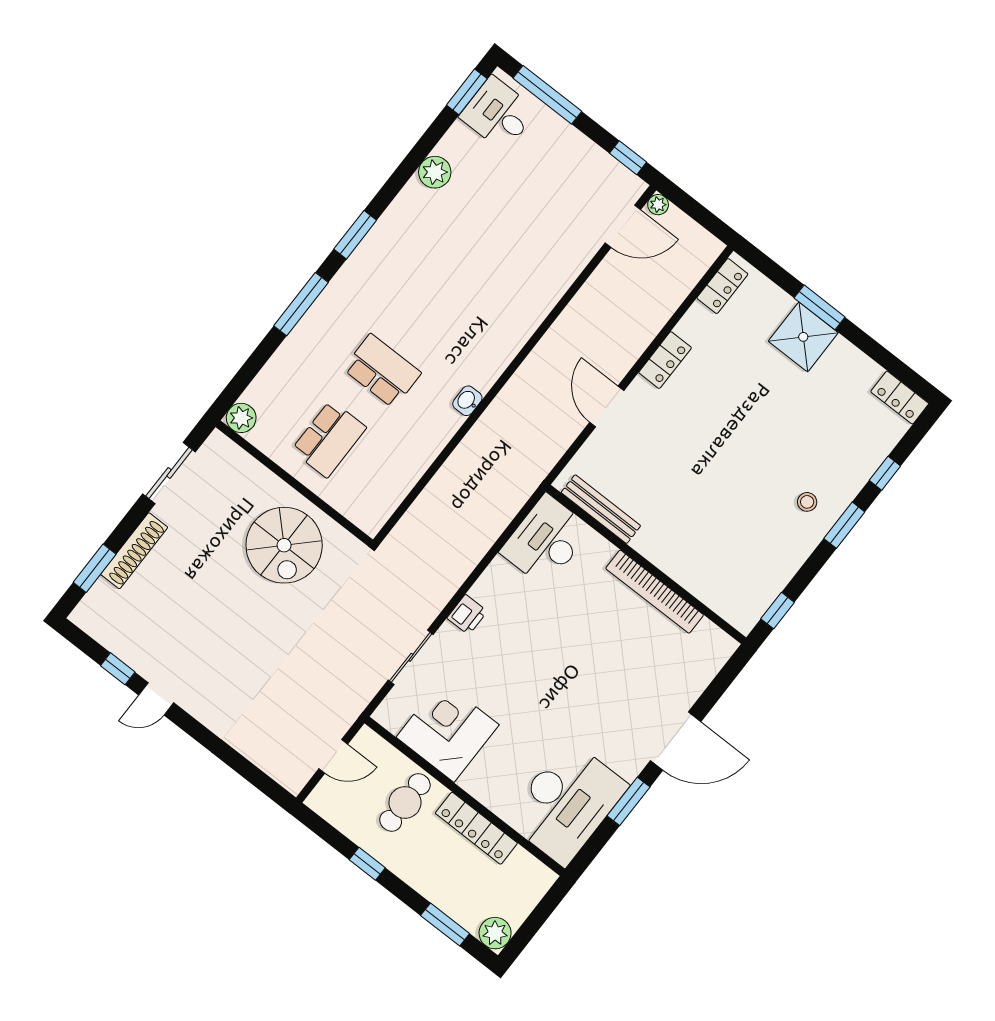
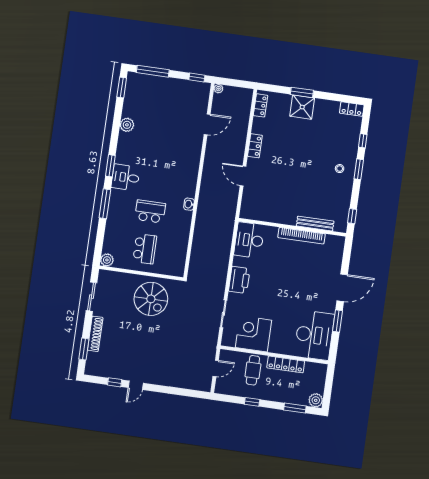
desk: (498, 114) -> (126, 177), moved
door: (623, 226) -> (207, 124), moved
bench: (601, 509) -> (315, 224), moved
printer: (467, 615) -> (239, 280), width x1.87, depth x1.48

